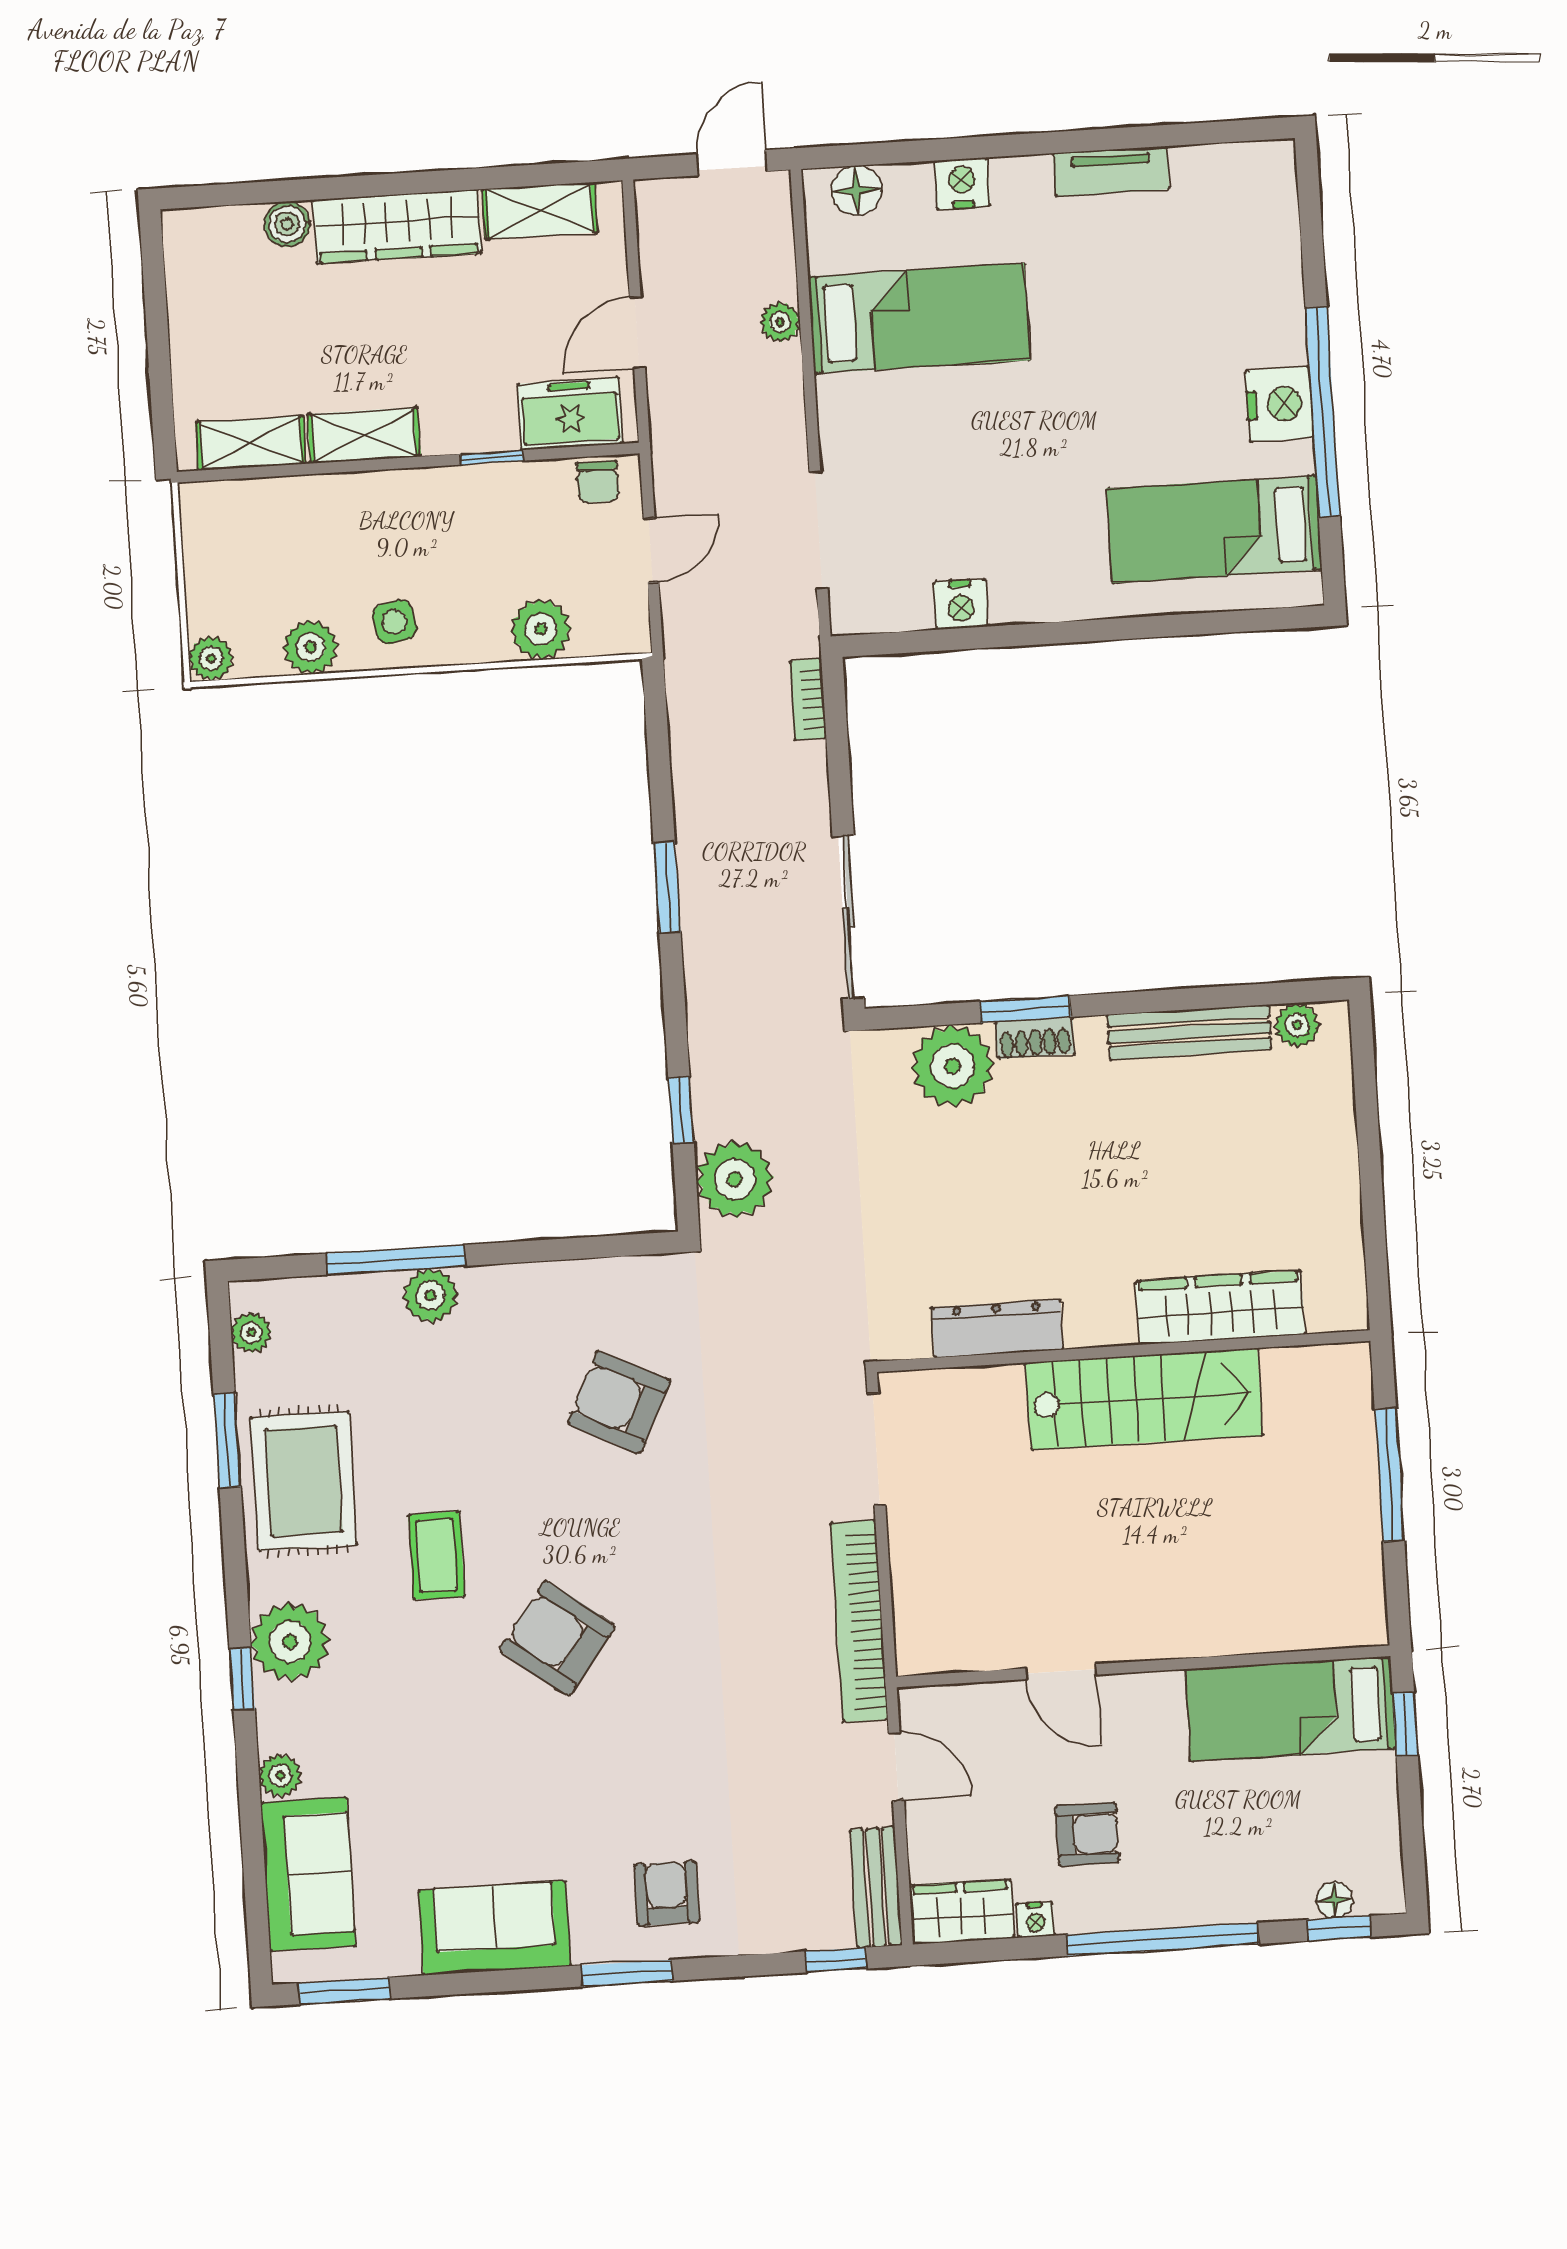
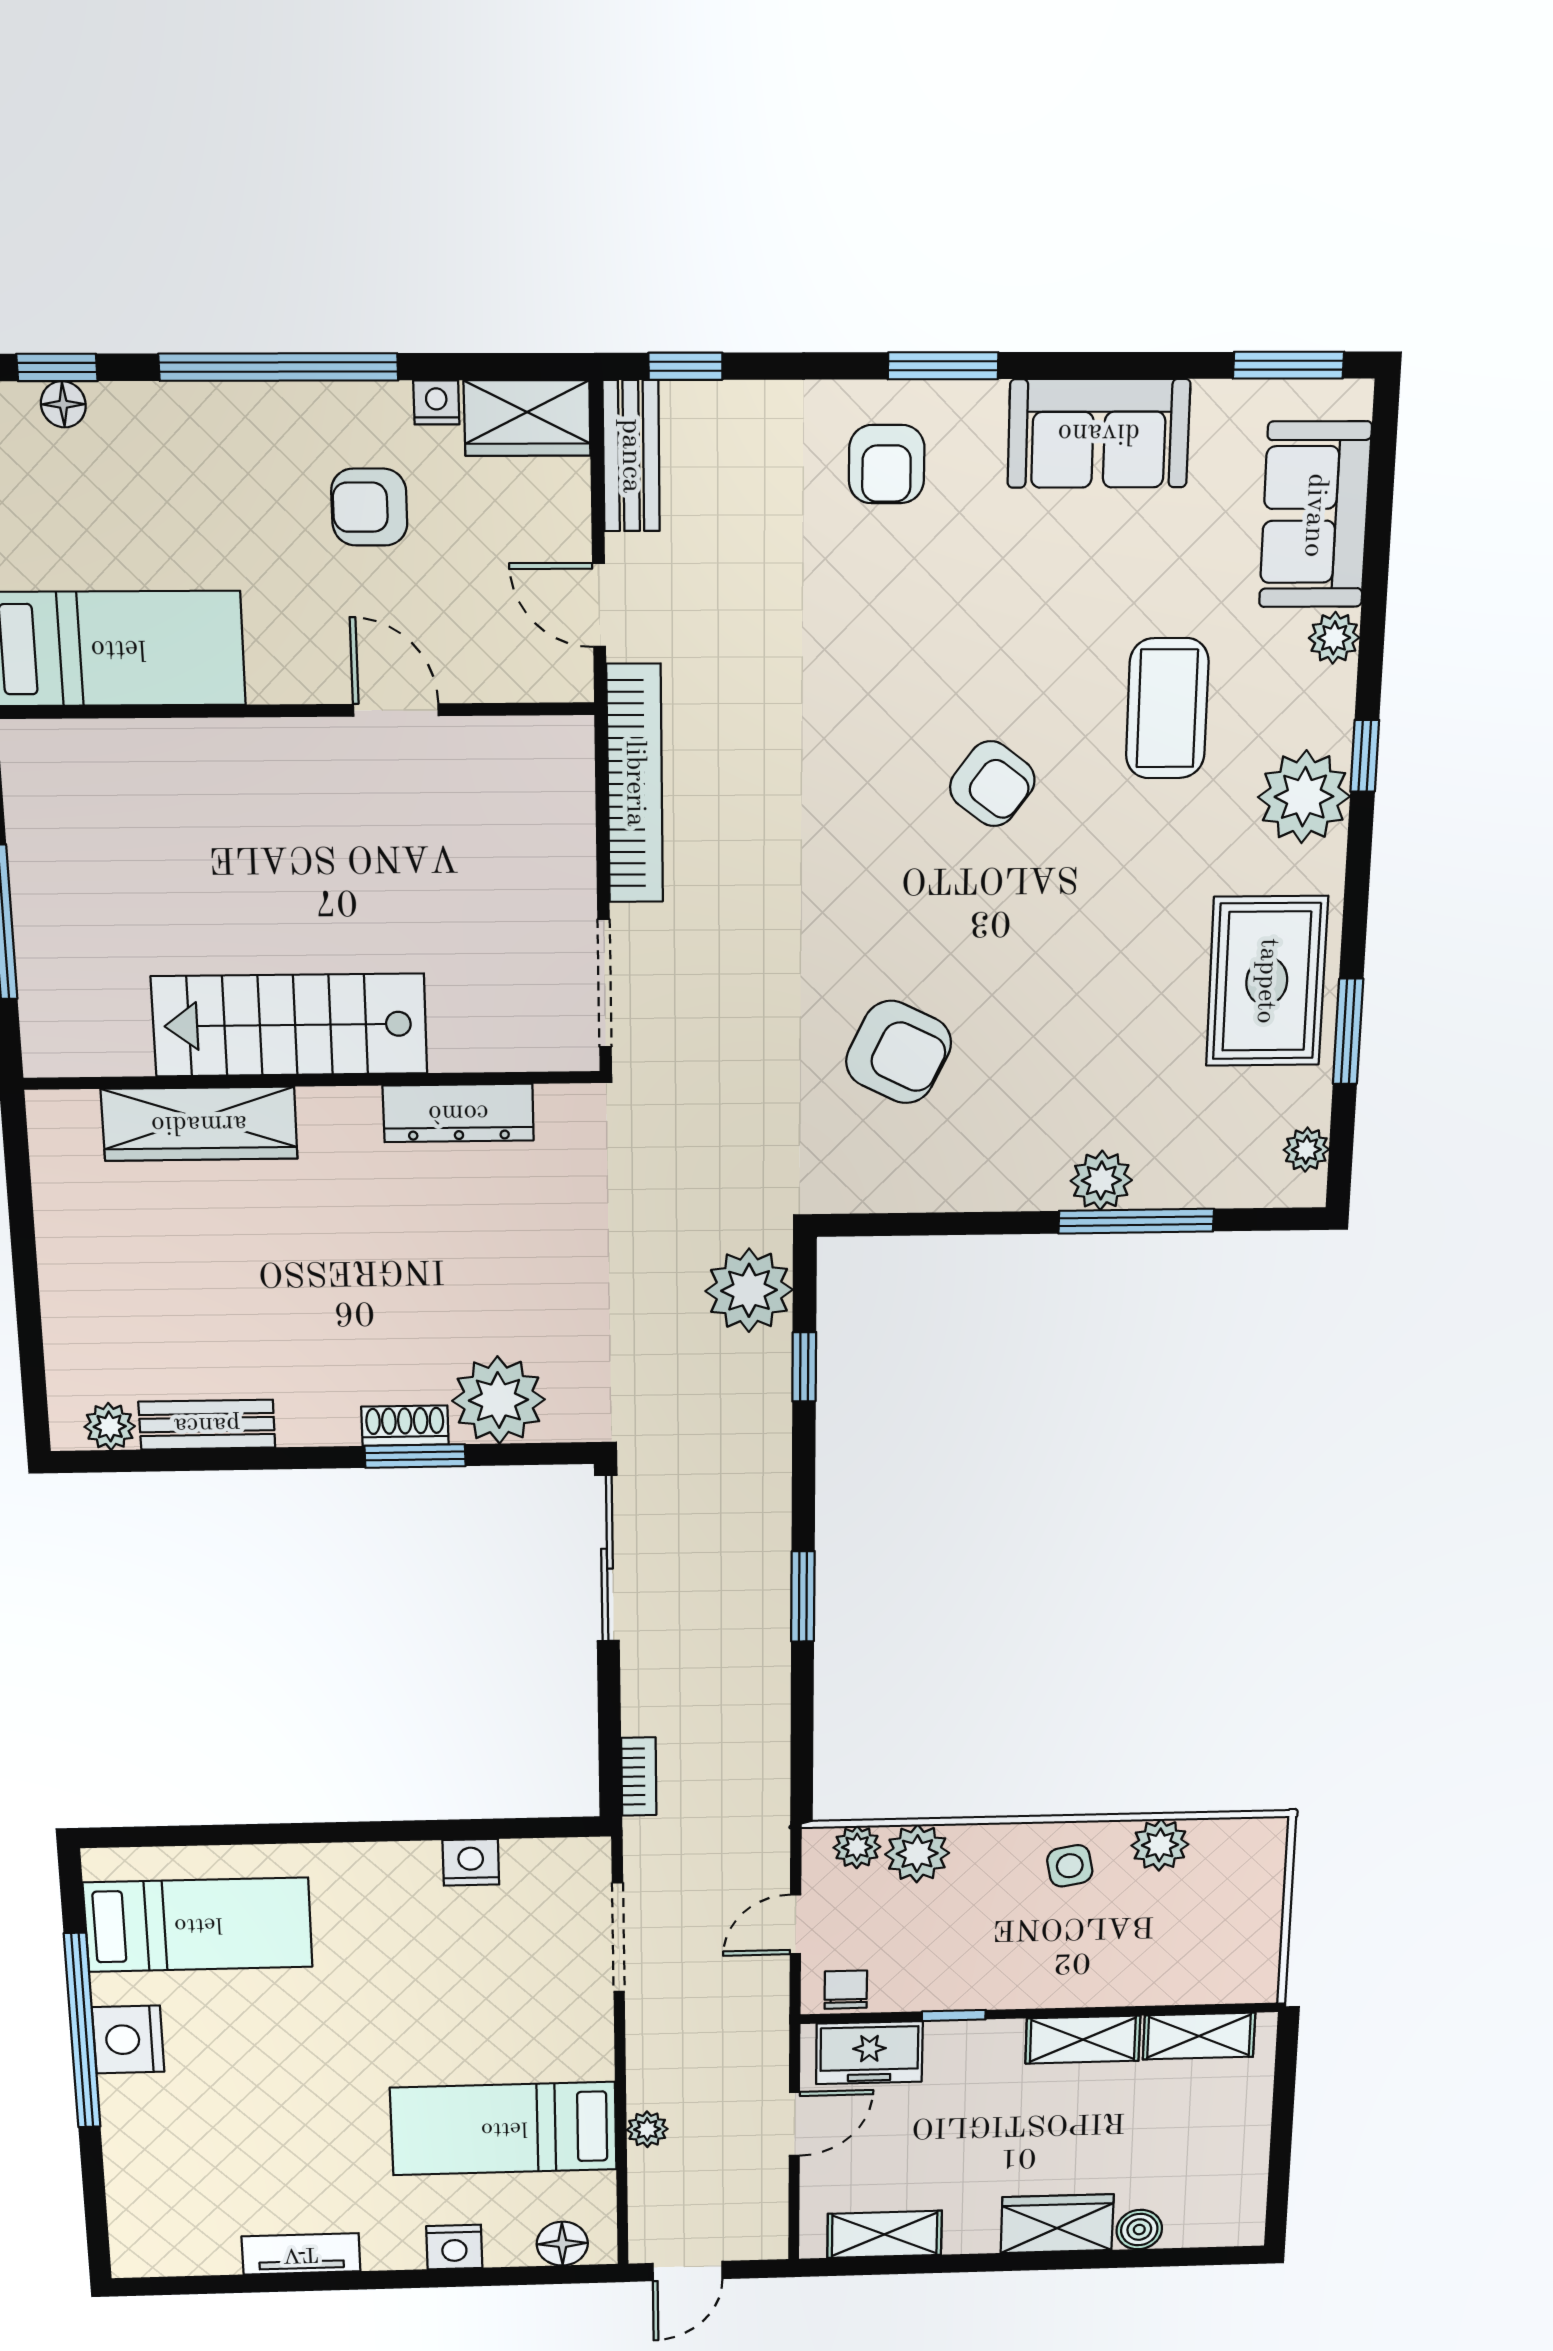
wardrobe: (397, 226) -> (1057, 2224), width x0.67
plant: (211, 658) -> (857, 1847), moved
bench: (1189, 1032) -> (207, 1425), width x0.73
coffee table: (436, 1556) -> (1167, 708), moved, width x1.36, depth x1.30
armchair: (557, 1638) -> (992, 784), width x0.72, depth x0.72

